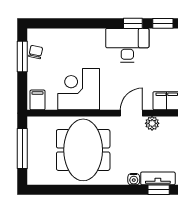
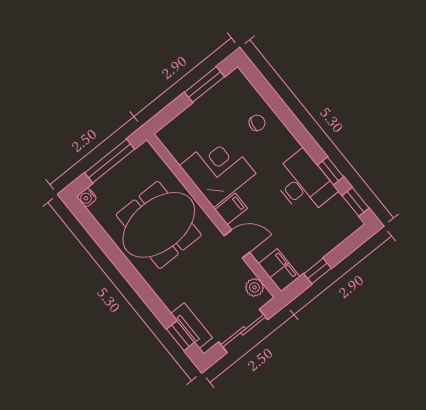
chair: (36, 52) -> (257, 123), moved
filing cabinet: (37, 100) -> (231, 209), moved
plant: (152, 123) -> (254, 287), moved
water cooler: (134, 179) -> (87, 197), moved

